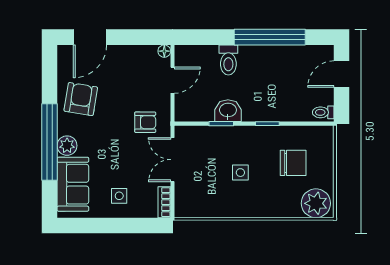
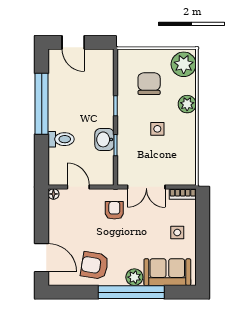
toilet: (323, 112) -> (106, 58), removed
plant: (269, 207) -> (187, 104), added

